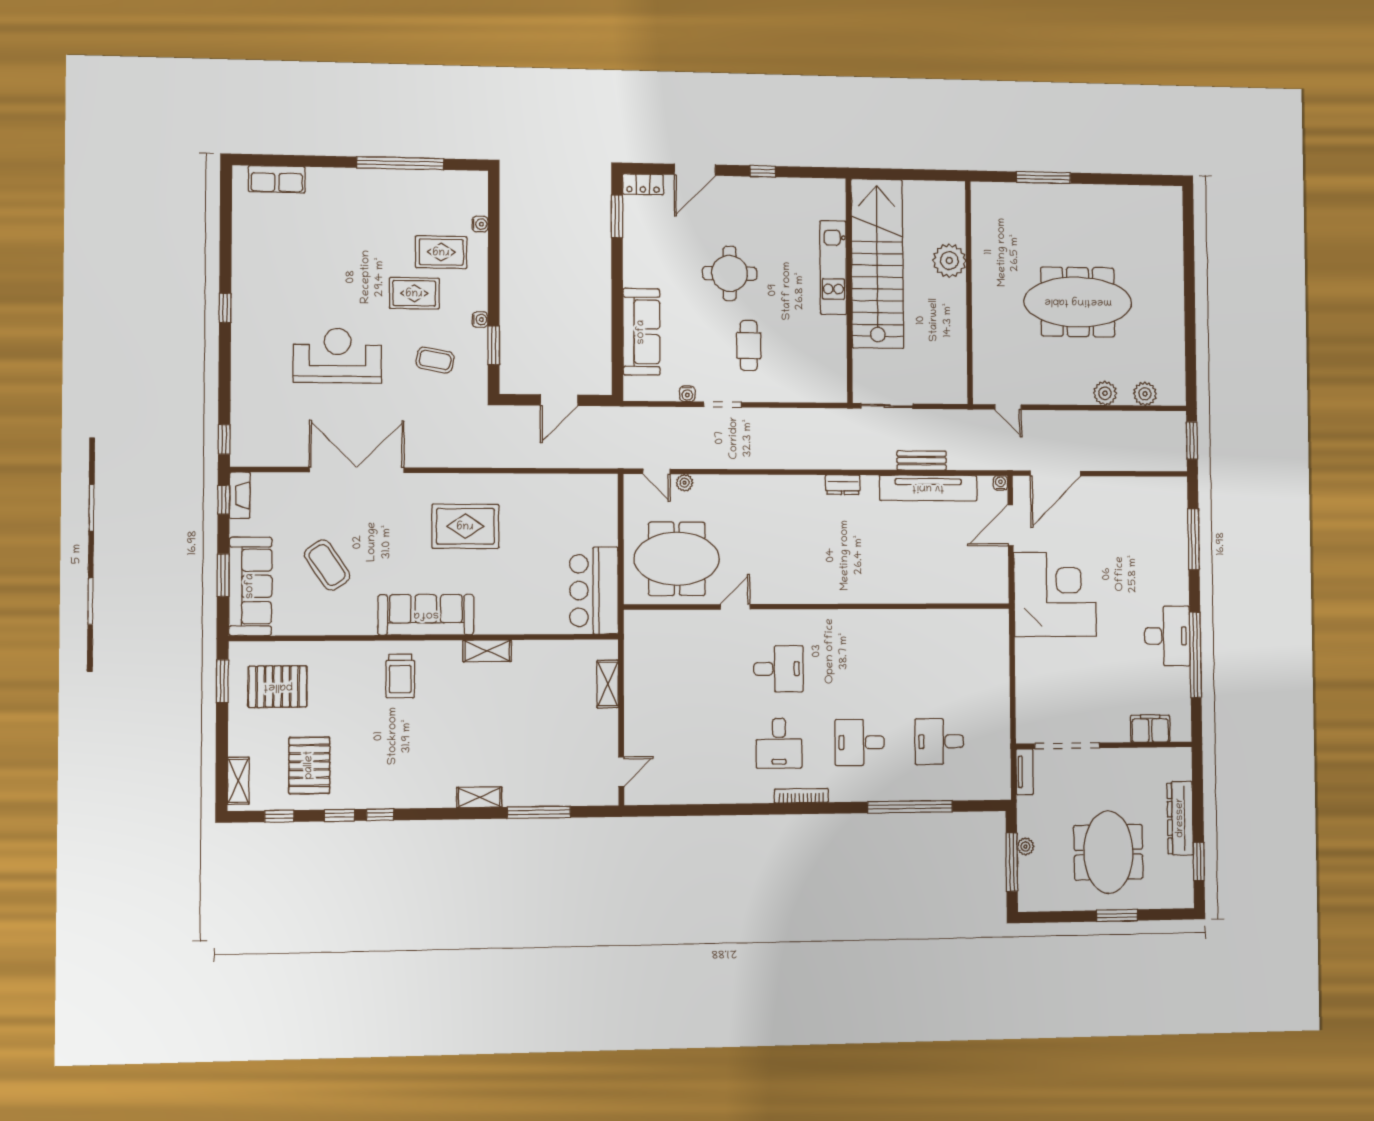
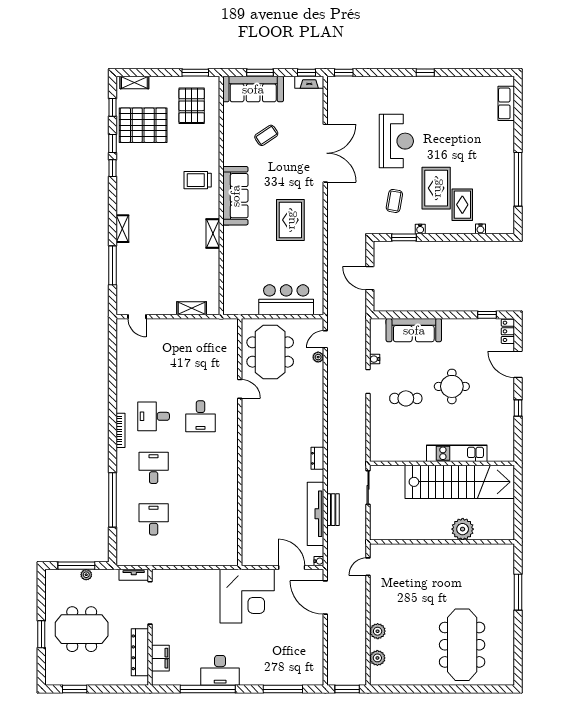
window: (617, 216) -> (487, 315), width x0.67
rug: (414, 293) -> (436, 188), width x1.36, depth x1.43
meeting table: (1078, 302) -> (462, 645), moved
coffee table: (327, 565) -> (266, 135), width x0.73, depth x0.77
bar counter: (594, 591) -> (286, 300), moved
pallet: (309, 765) -> (143, 125), width x1.37, depth x1.41
dresser: (1180, 818) -> (140, 652), moved, turned -90

